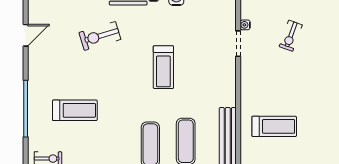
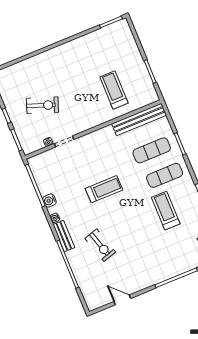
exercise bike: (291, 36) -> (42, 105), width x1.38, depth x1.39
treadmill: (75, 110) -> (166, 211), moved

